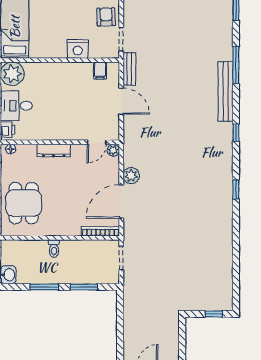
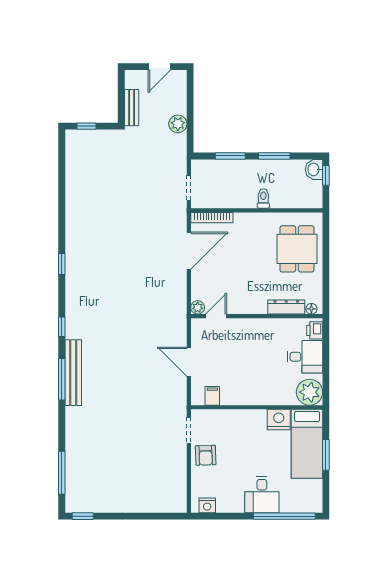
nightstand: (78, 49) -> (279, 419), moved
window: (236, 65) -> (62, 379), moved
bench: (129, 69) -> (132, 108), moved
dresser: (54, 151) -> (286, 307), moved
plant: (131, 176) -> (178, 124), moved

